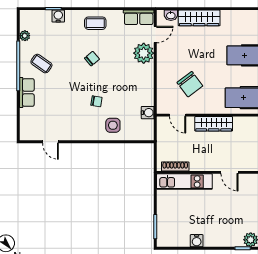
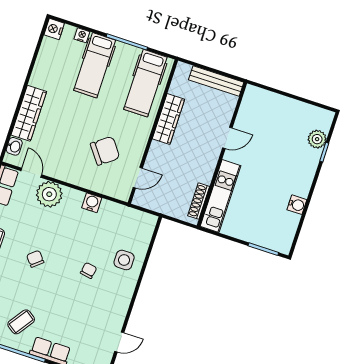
water cooler: (148, 113) -> (92, 203), moved
wardrobe: (214, 124) -> (168, 119), moved

